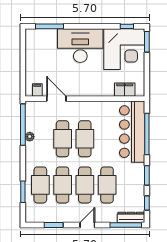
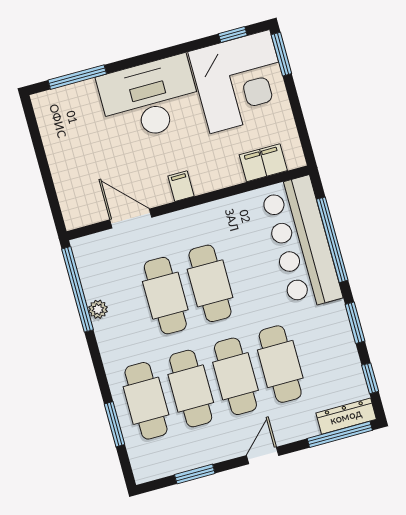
filing cabinet: (37, 90) -> (181, 186), moved

